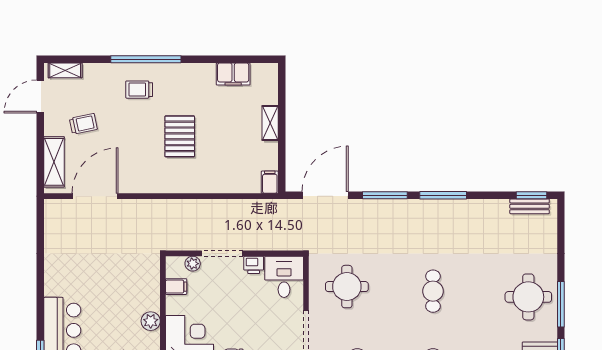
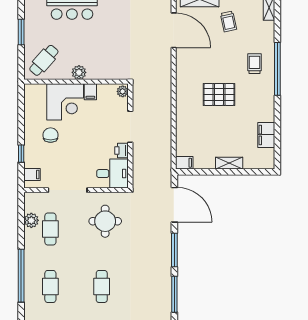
plant: (193, 264) -> (123, 91), moved
filing cabinet: (176, 287) -> (90, 92), moved
cafe table: (433, 291) -> (102, 286), turned 90

